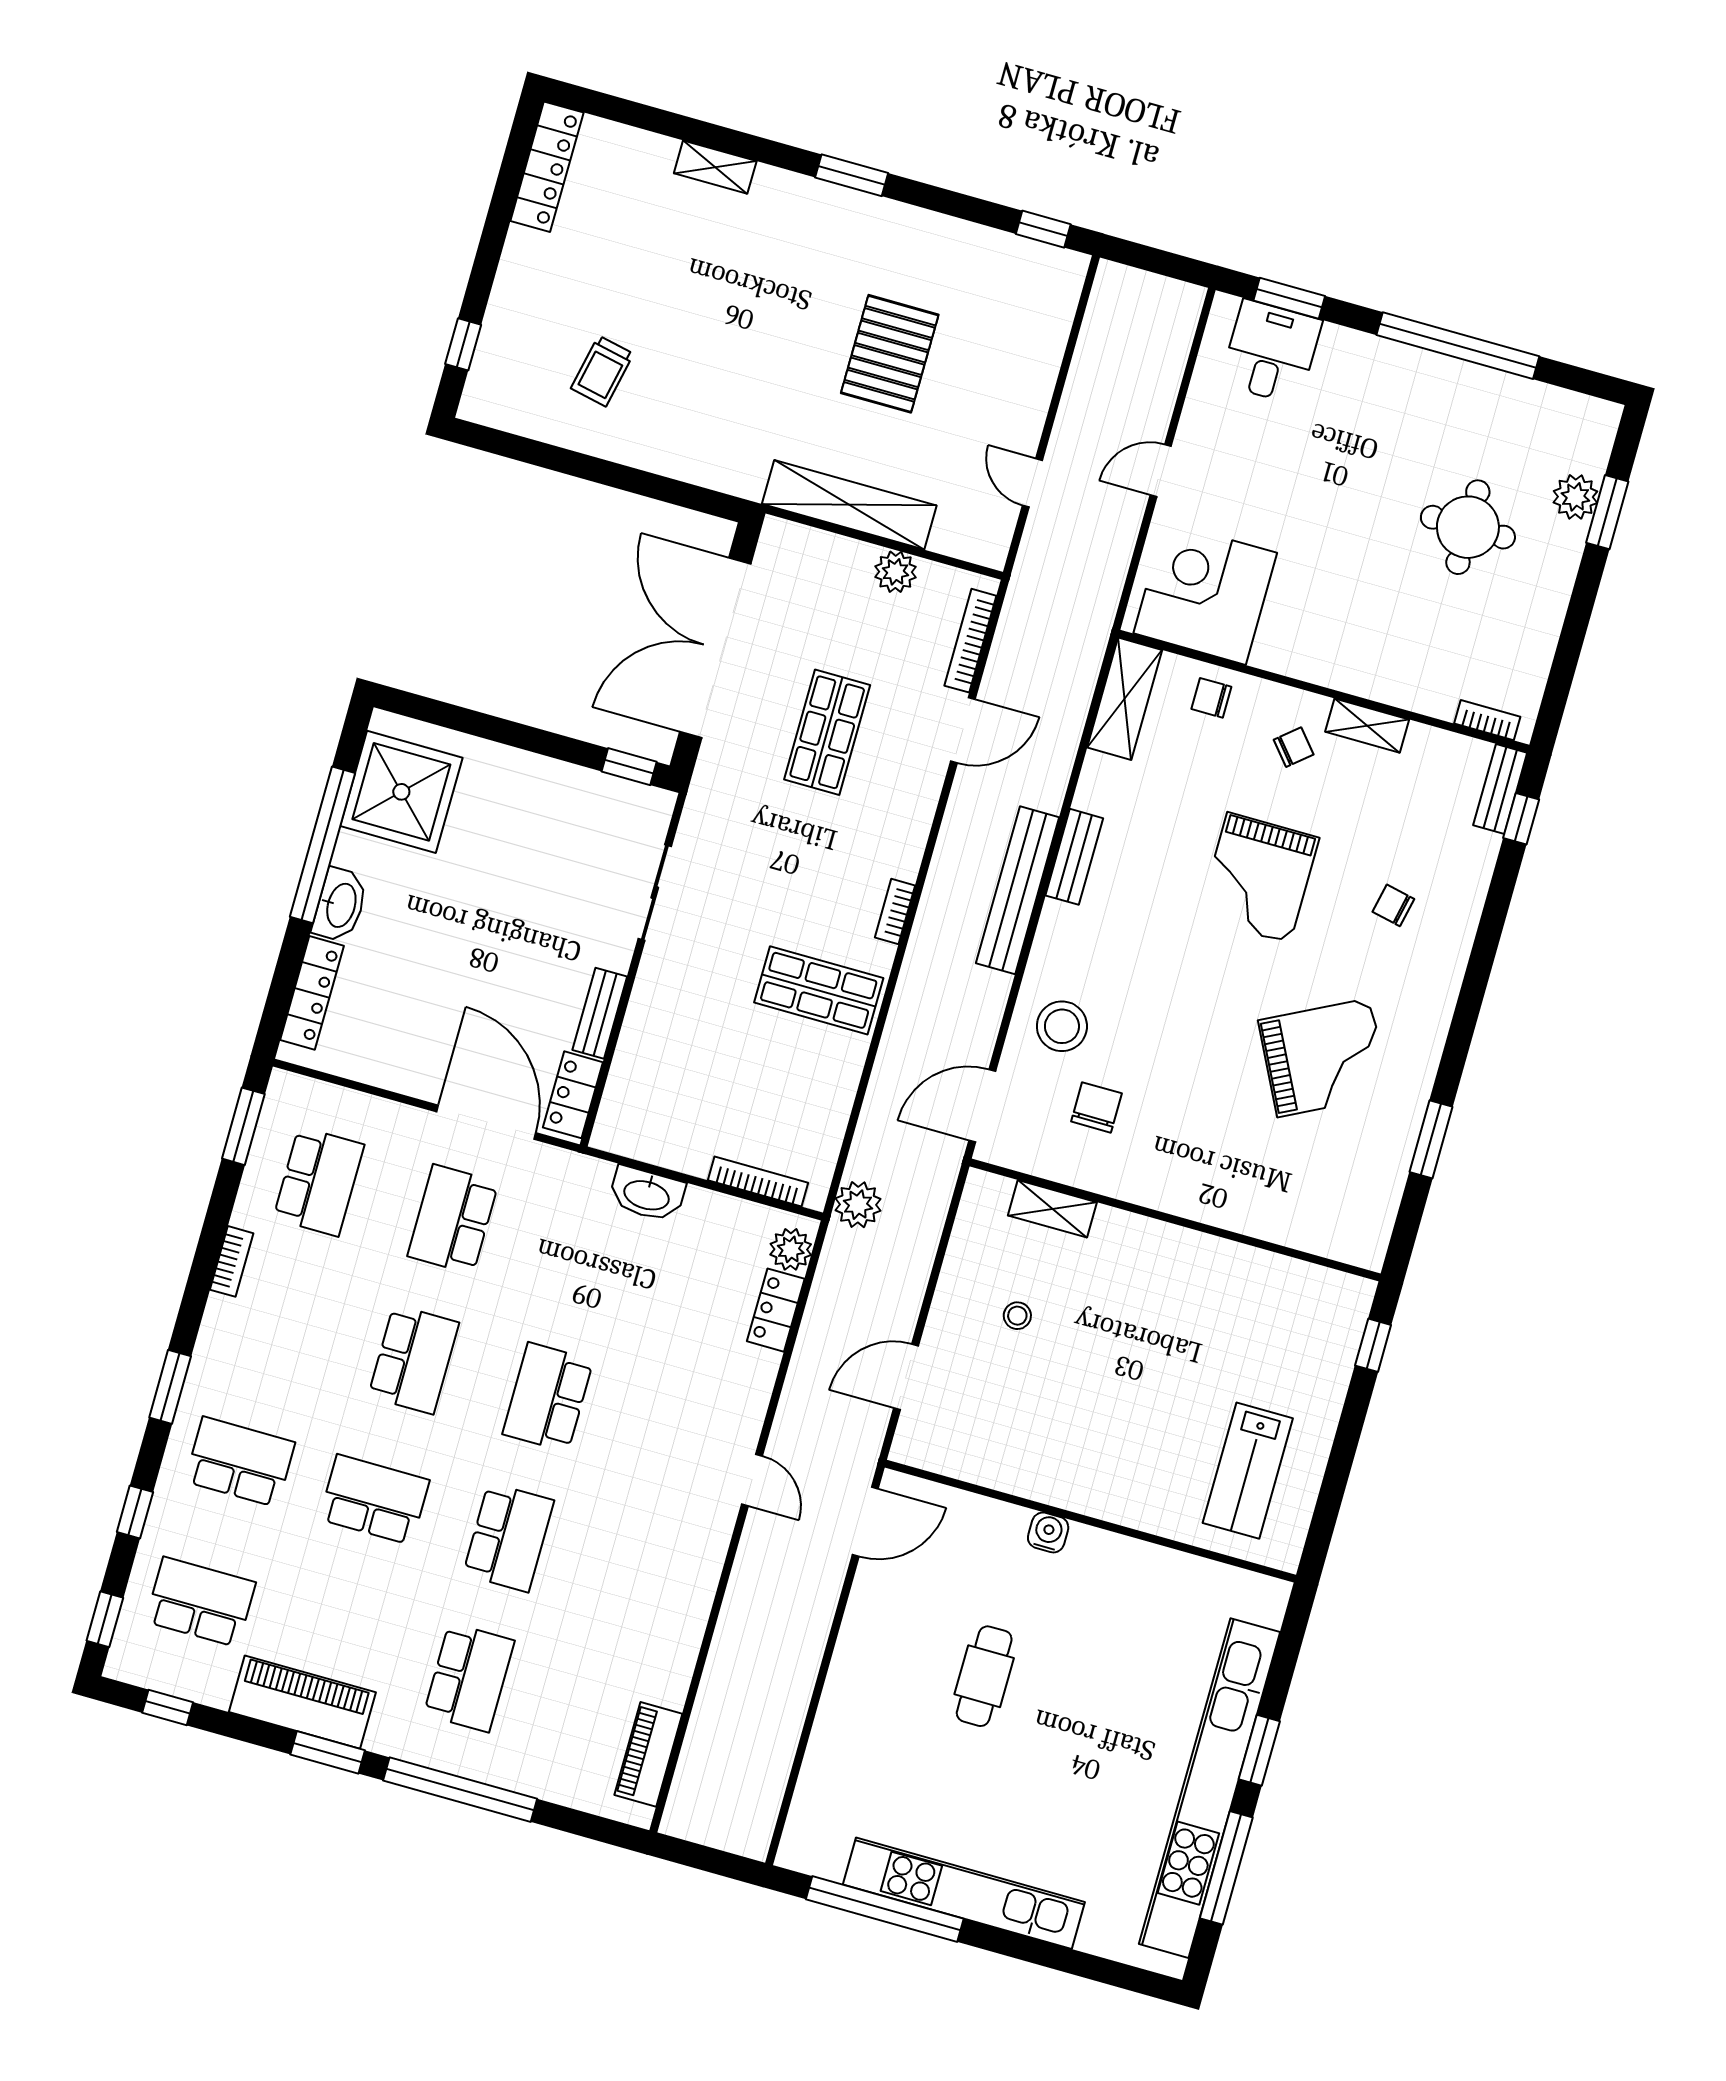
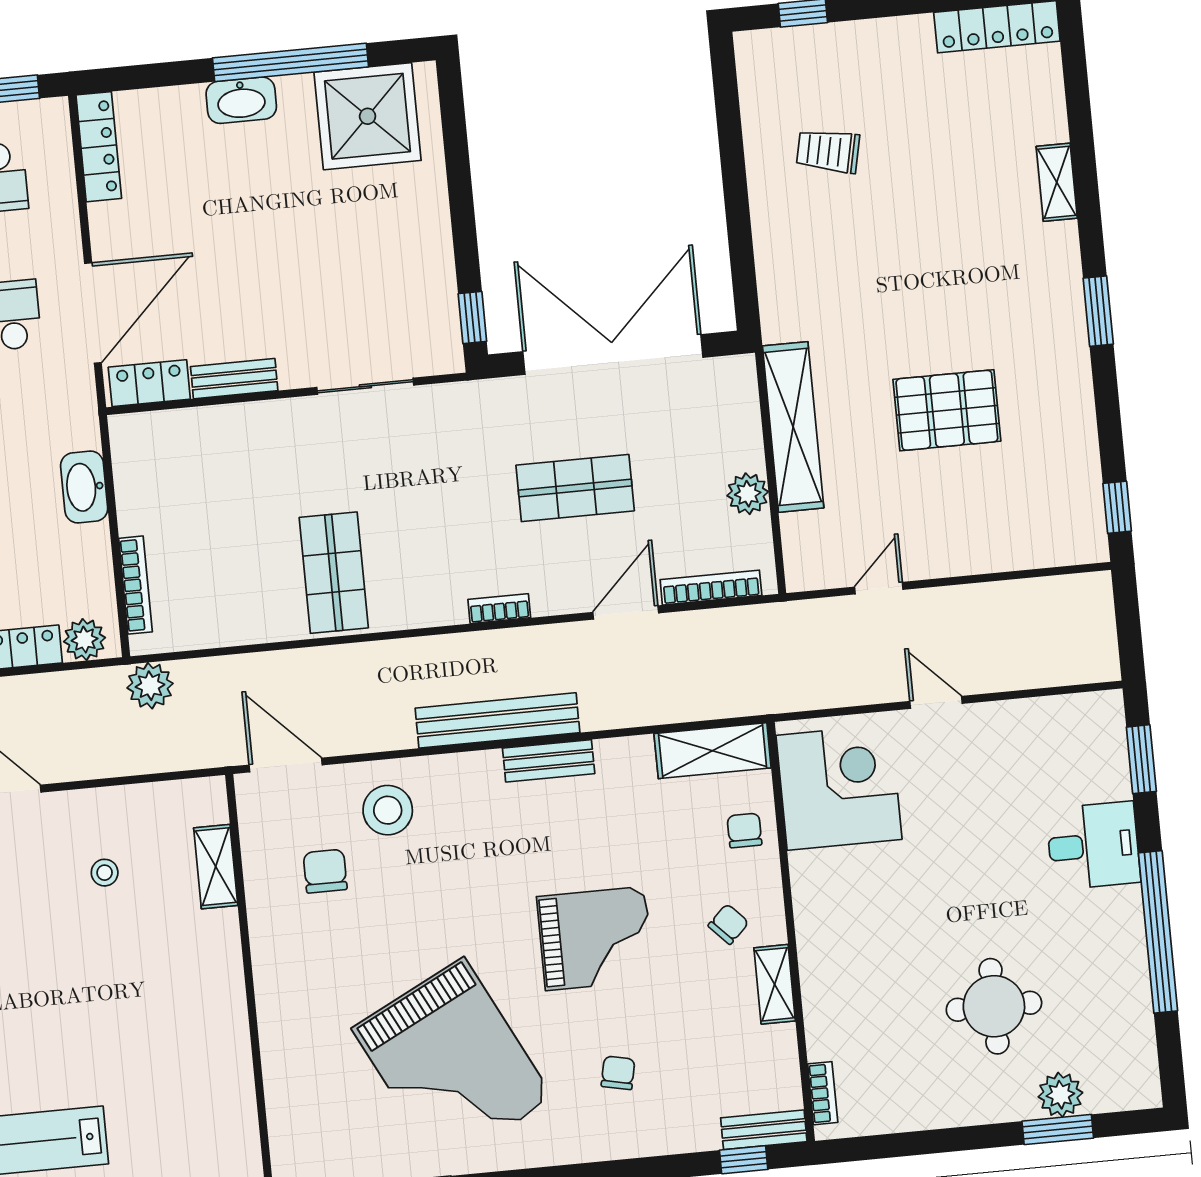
desk: (1271, 352) -> (1093, 846), moved
door: (963, 730) -> (626, 613), swing flipped
chair: (1294, 747) -> (728, 924), turned -94
grand piano: (1259, 878) -> (595, 938), turned 180
bookcase: (895, 911) -> (499, 609), moved
locker: (312, 993) -> (99, 147), moved, turned -90
grand piano: (1324, 1058) -> (453, 1063), width x1.37, depth x1.48
chair: (1096, 1107) -> (325, 871), turned -90

